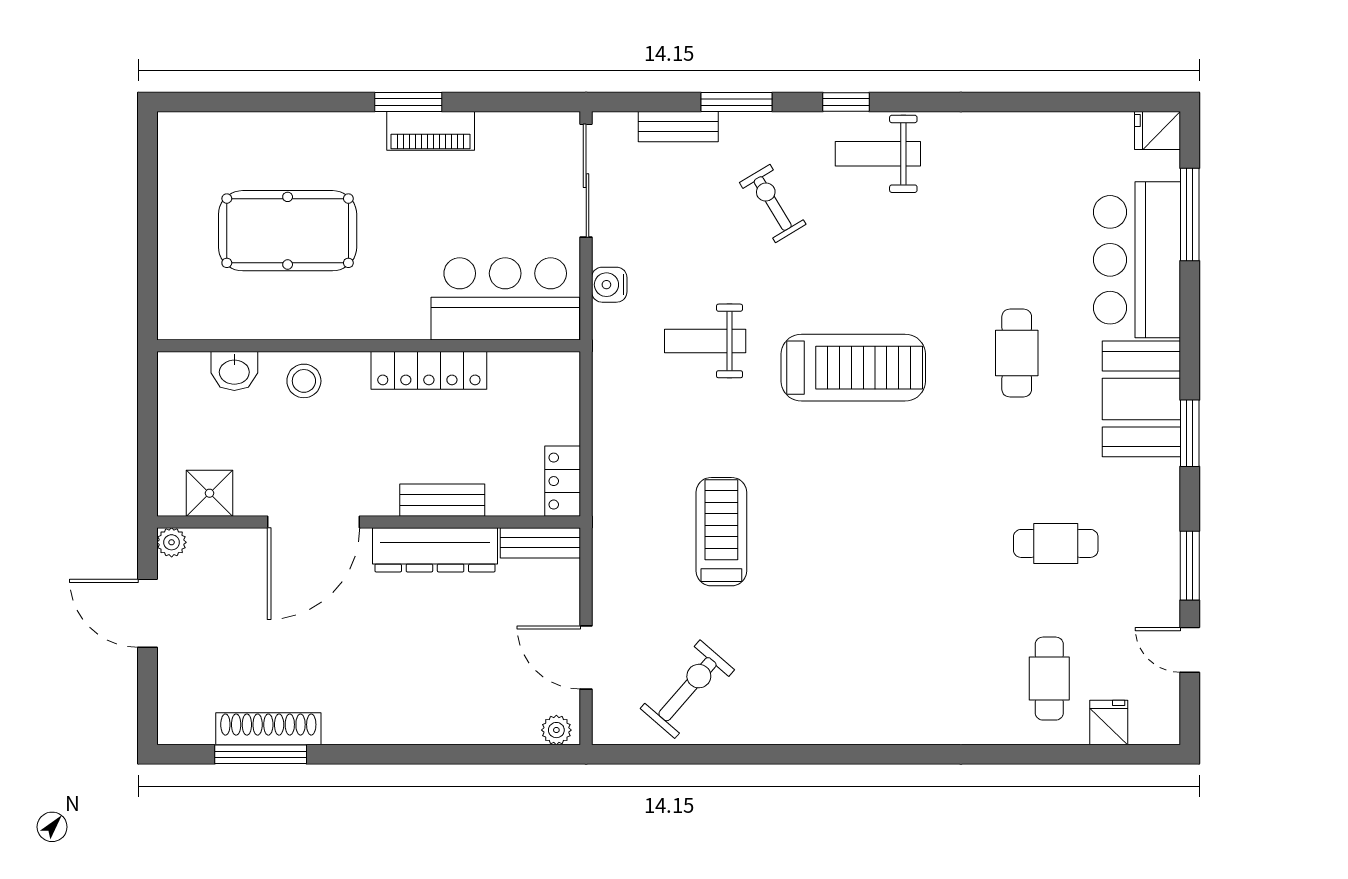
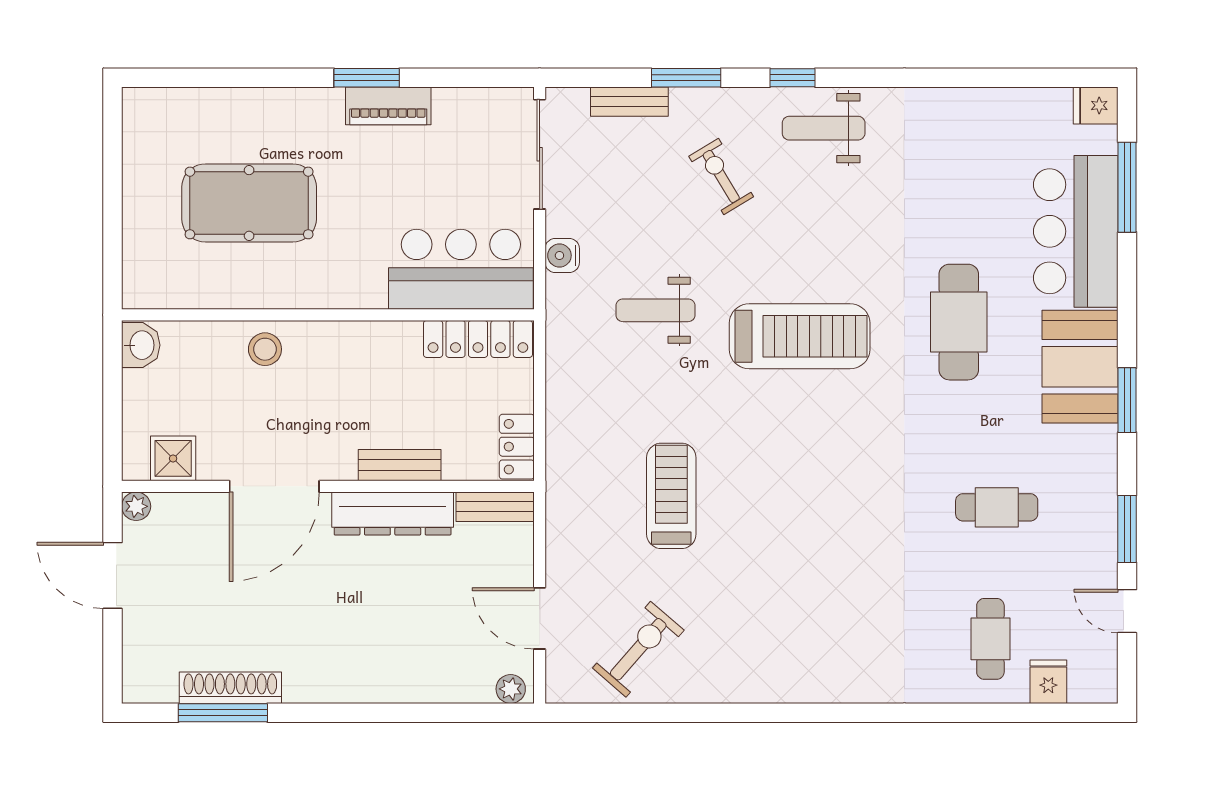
cafe table: (1017, 353) -> (959, 322), width x1.37, depth x1.35
locker: (429, 370) -> (478, 339), moved
washbasin: (234, 371) -> (141, 345), moved, turned -90

